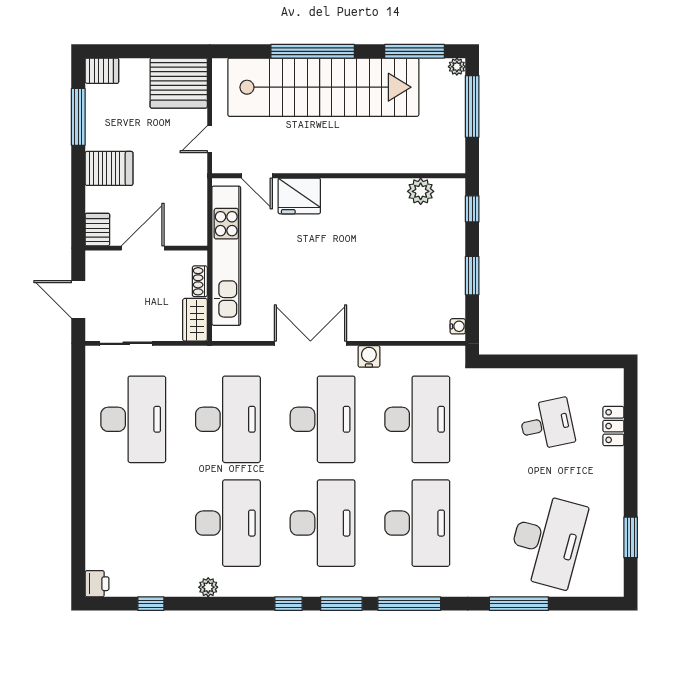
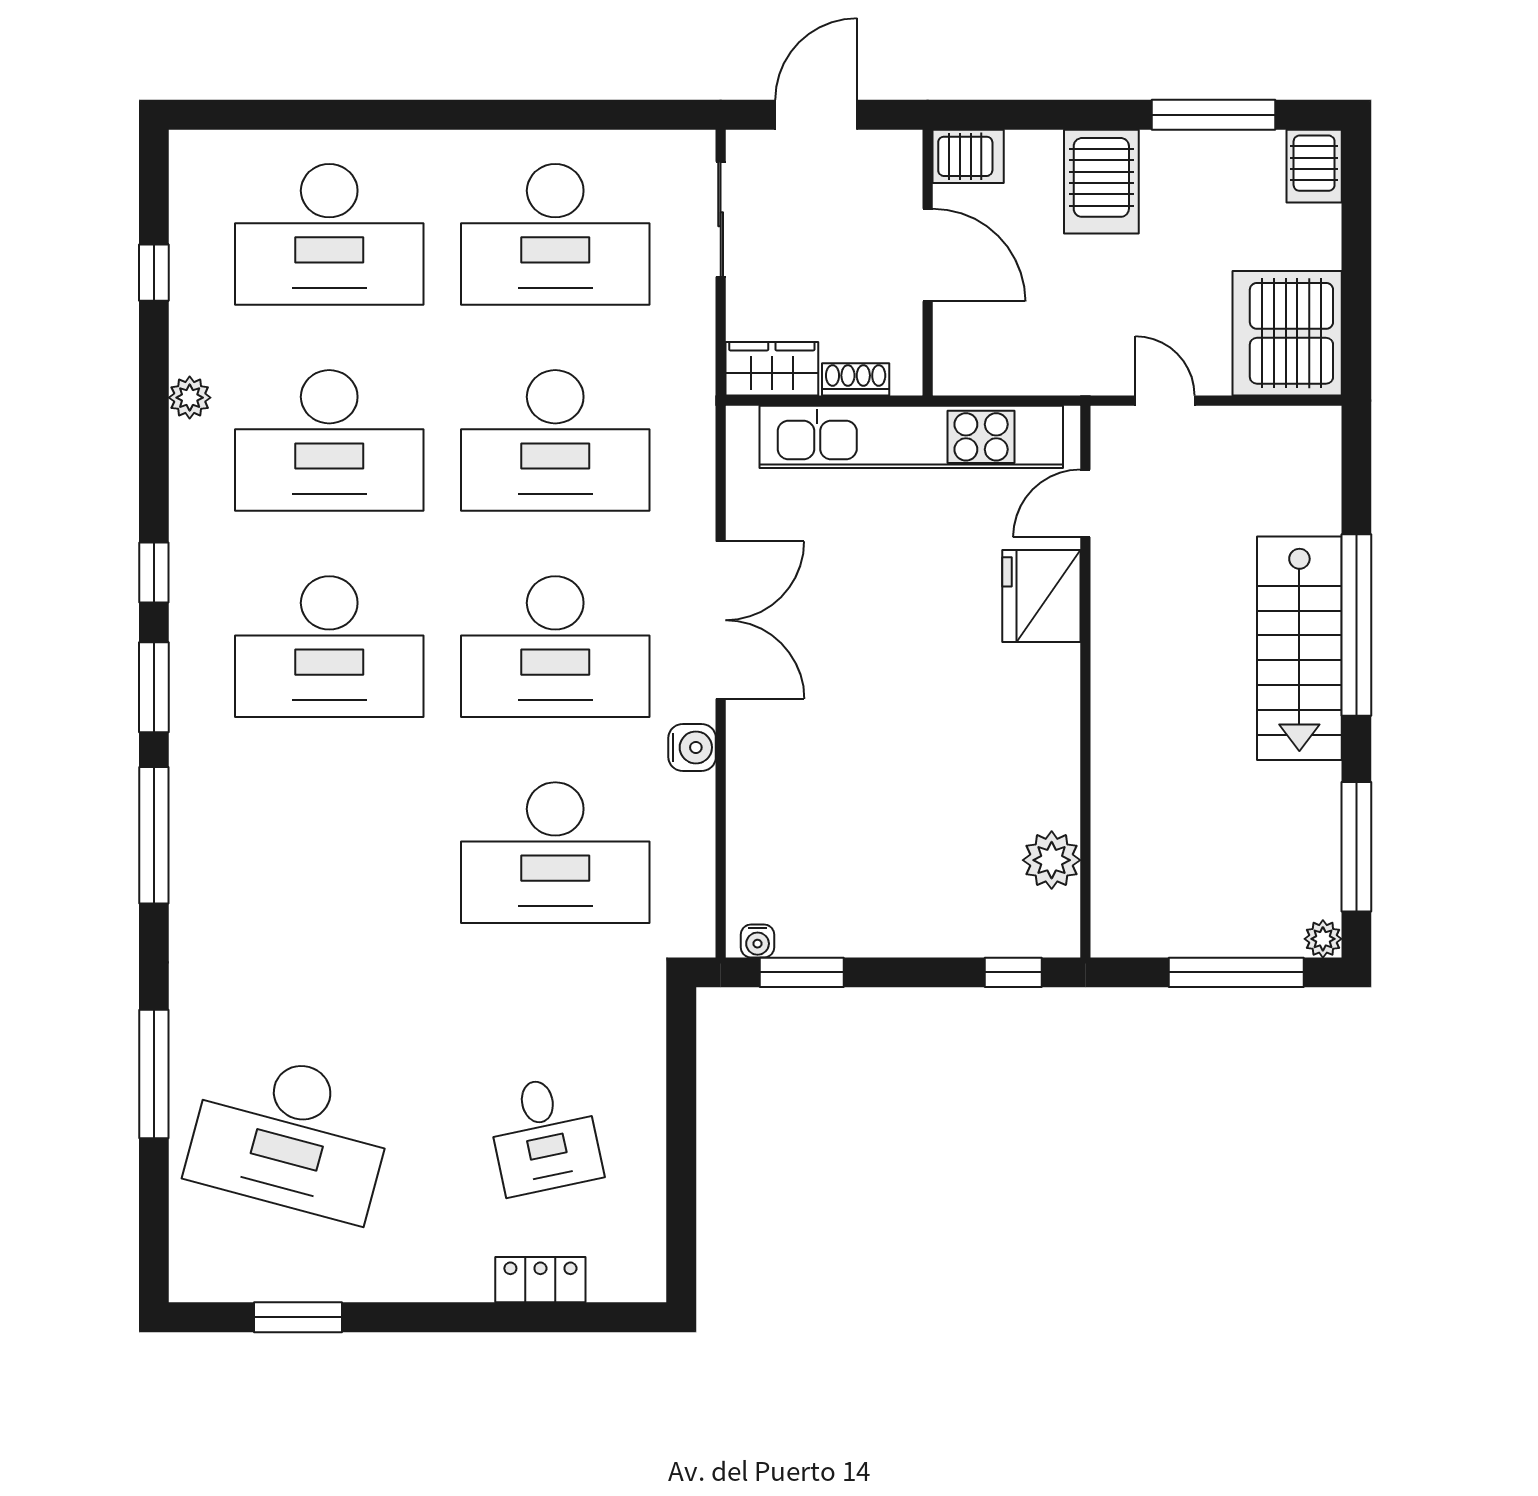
stairs: (323, 87) -> (1299, 648), width x0.54, depth x0.66
window: (472, 276) -> (802, 972), moved
desk: (417, 523) -> (329, 234), moved
printer: (97, 584) -> (197, 156), removed

